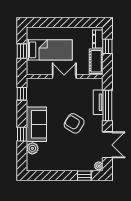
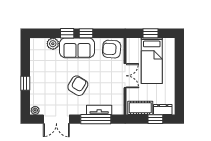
armchair: (38, 90) -> (112, 49), added
window: (22, 94) -> (86, 33), moved
window: (84, 176) -> (25, 83), moved

